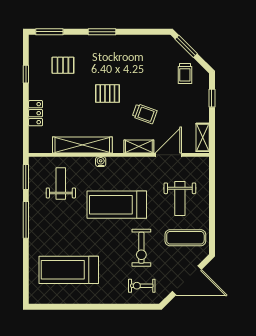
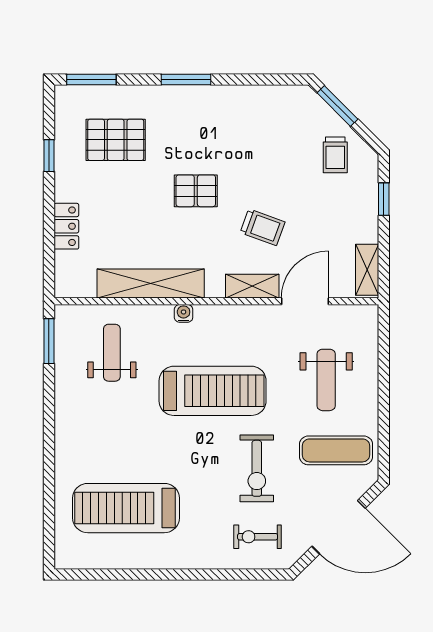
pallet: (63, 65) -> (116, 140), width x1.50, depth x1.42
treadmill: (117, 205) -> (213, 391), turned 180
window: (26, 220) -> (49, 418), removed

